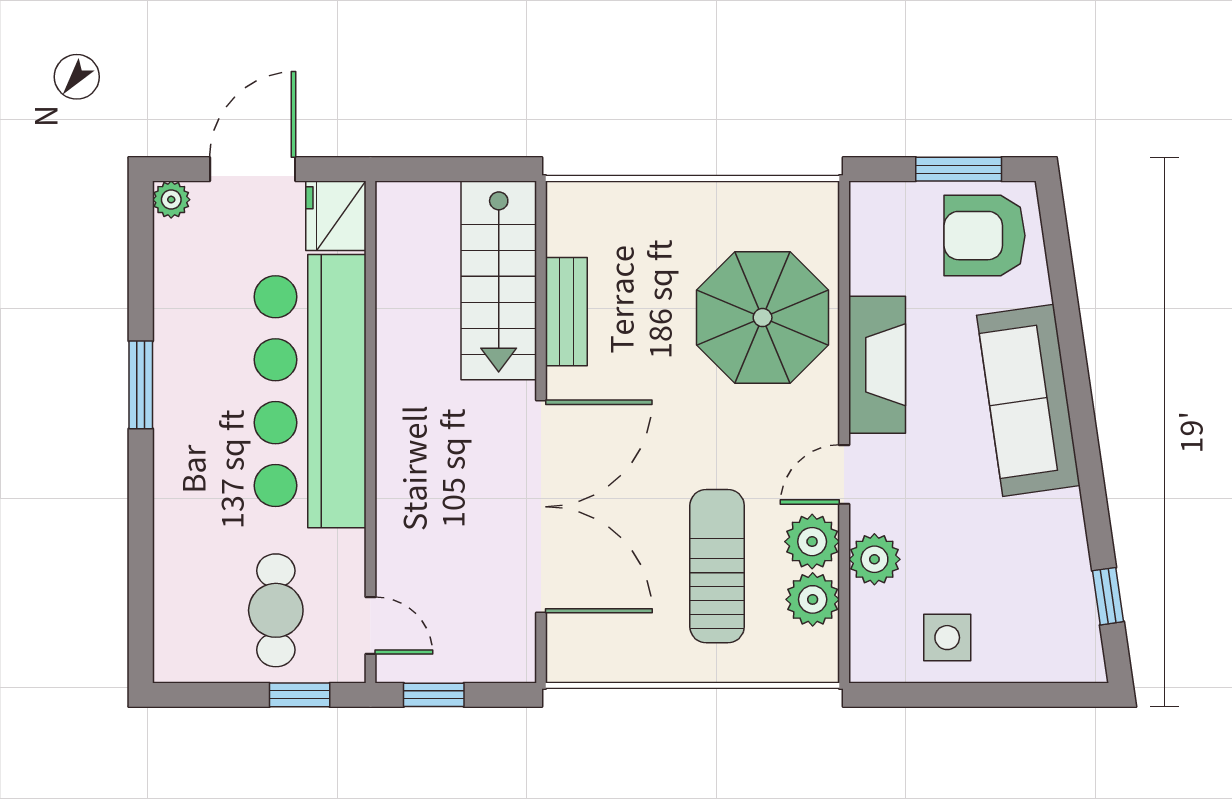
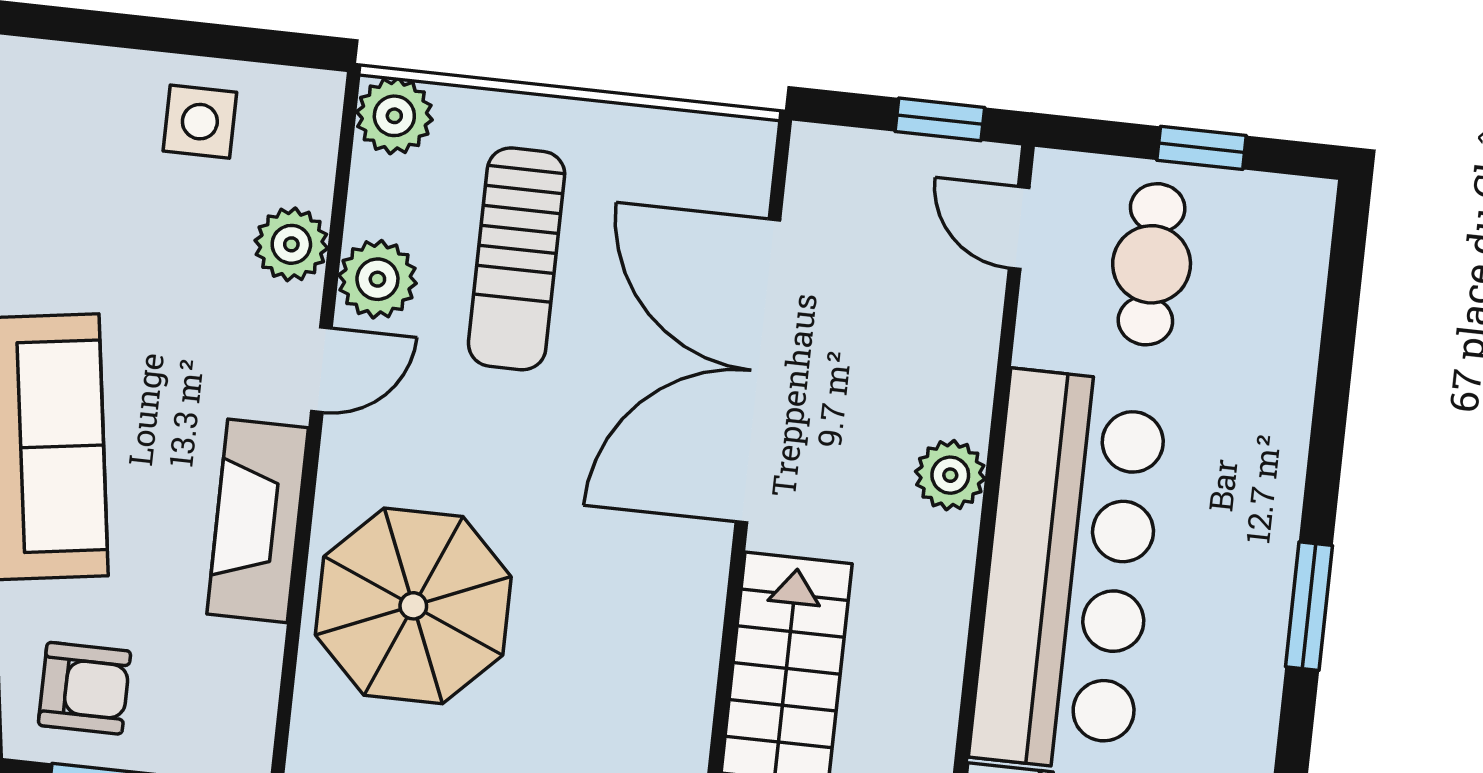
armchair: (985, 236) -> (84, 688), width x0.72, depth x0.72
bench: (566, 312) -> (692, 645), removed
plant: (400, 449) -> (950, 475), added
plant: (813, 599) -> (394, 116), moved
window: (300, 695) -> (1202, 148), moved

